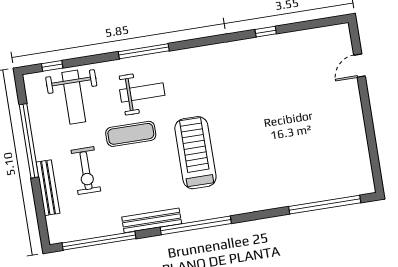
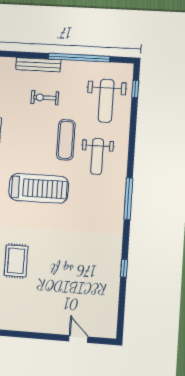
window: (144, 51) -> (128, 199), moved
weight bench: (74, 97) -> (106, 101), turned -90
rug: (287, 159) -> (16, 261), added
exercise bike: (86, 171) -> (45, 98), width x0.73, depth x0.72

